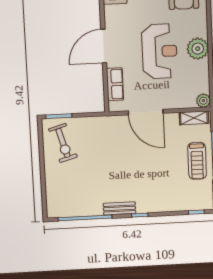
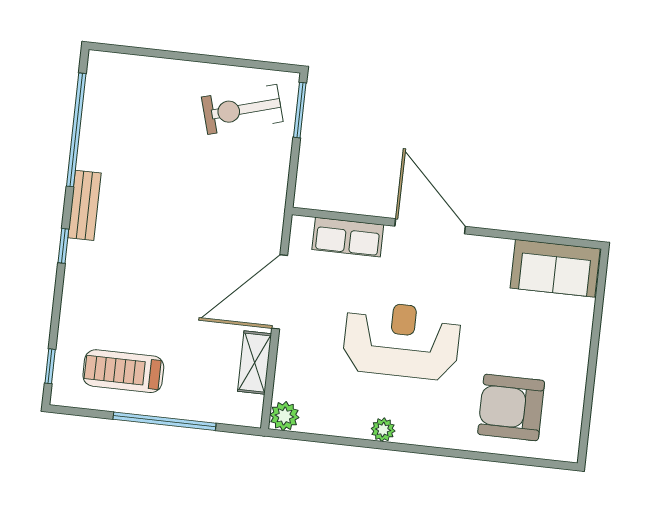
plant: (198, 49) -> (383, 430), width x0.53, depth x0.53
reception desk: (160, 51) -> (402, 340), turned 180
shelving: (194, 118) -> (255, 363), moved
treadmill: (197, 161) -> (123, 371), moved

